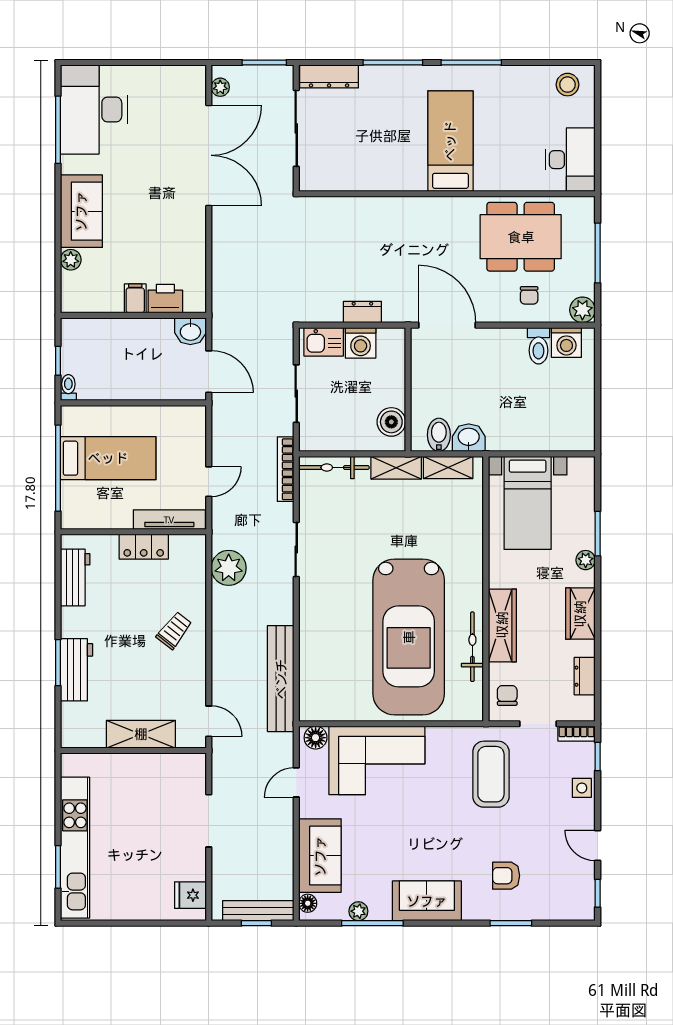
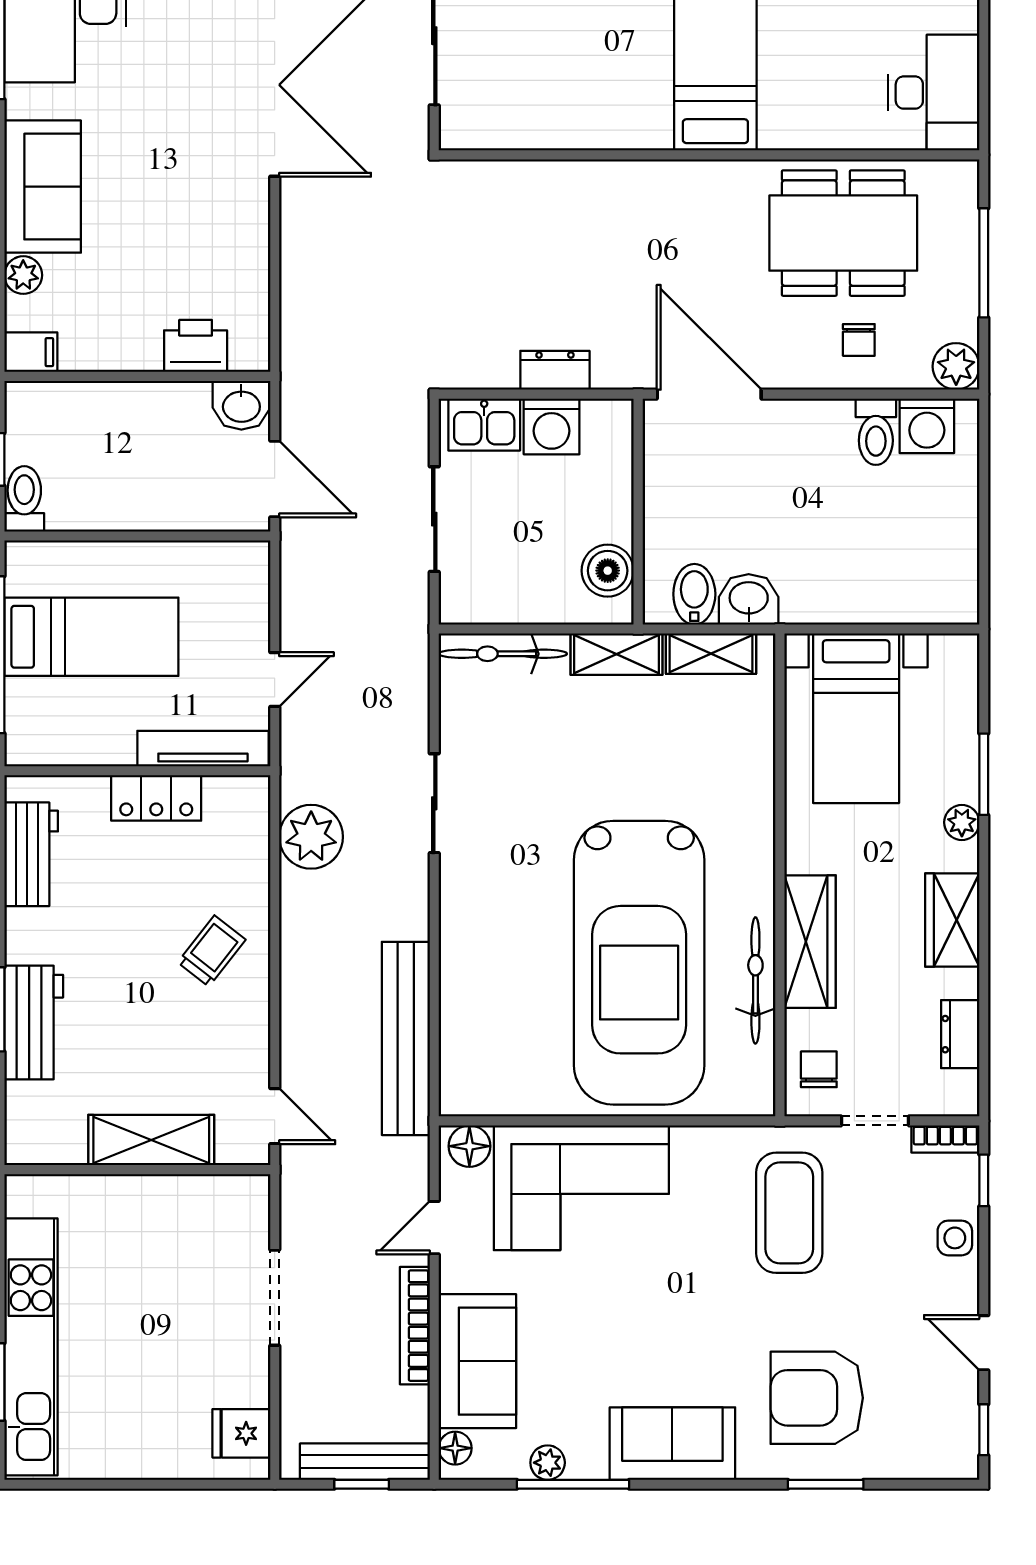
filing cabinet: (135, 298) -> (31, 352), moved, turned 90
toilet: (68, 387) -> (24, 499), width x1.37, depth x1.39
bookcase: (286, 469) -> (415, 1326), moved
armchair: (506, 876) -> (817, 1398), width x1.88, depth x1.88

